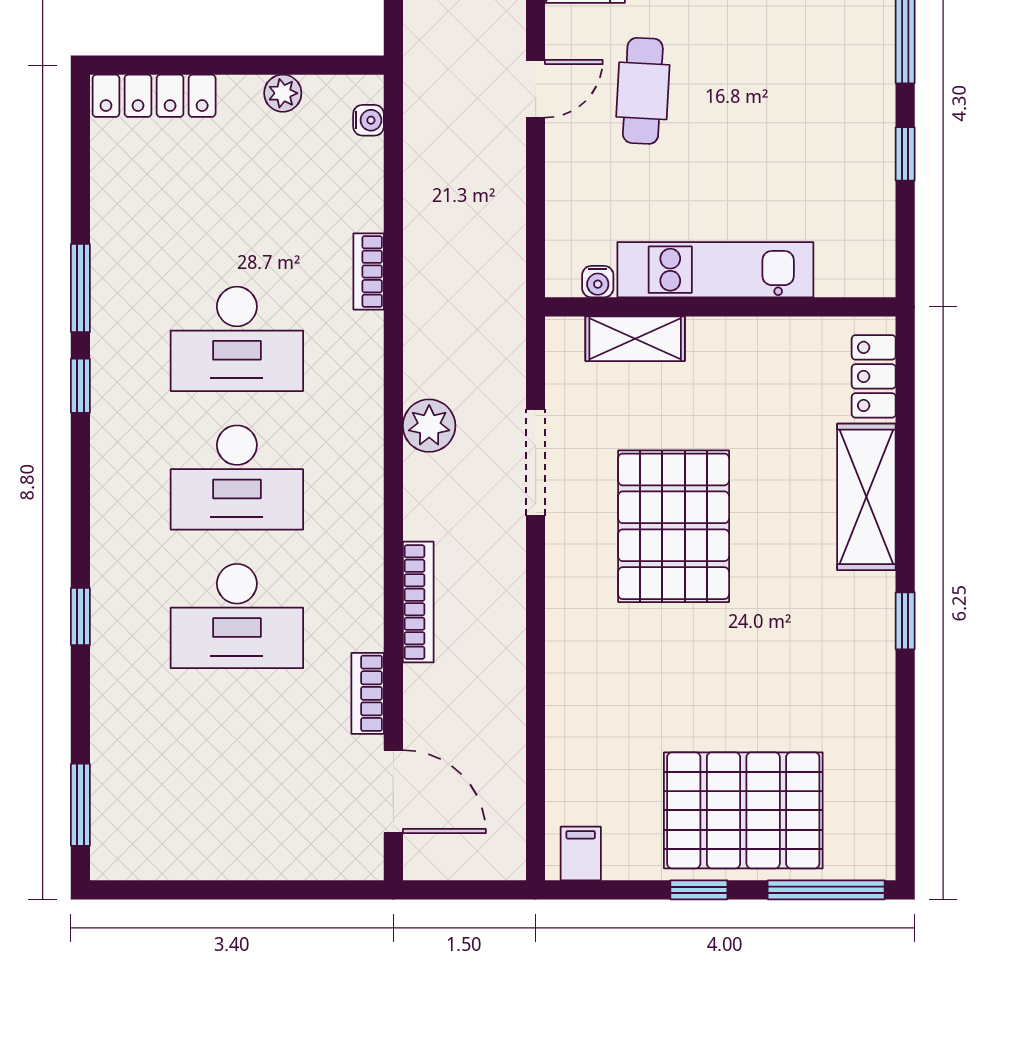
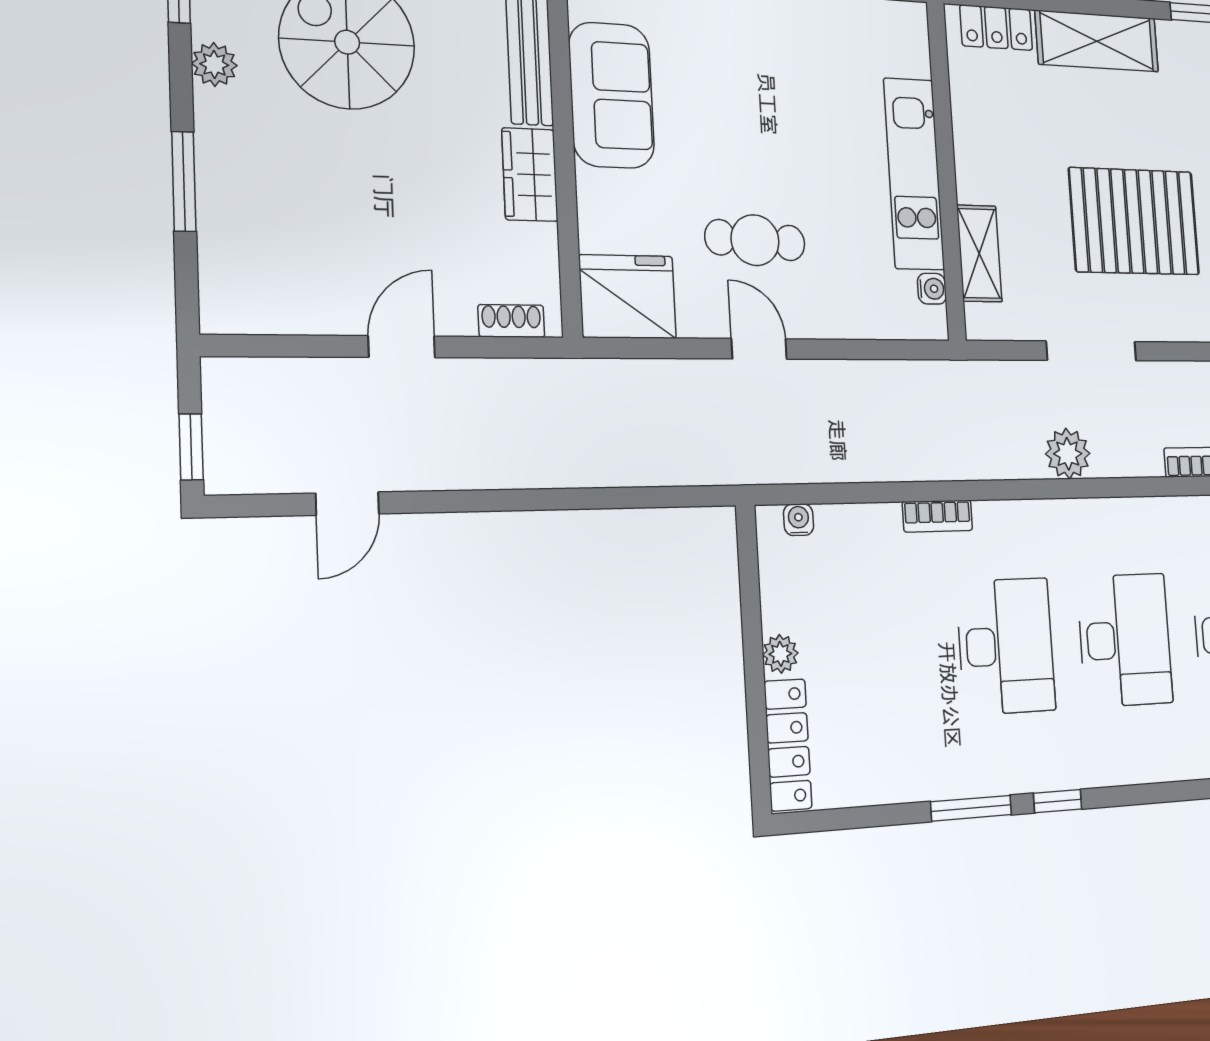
plant: (283, 93) -> (780, 654), moved

